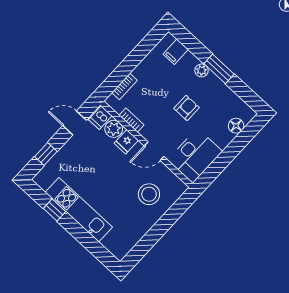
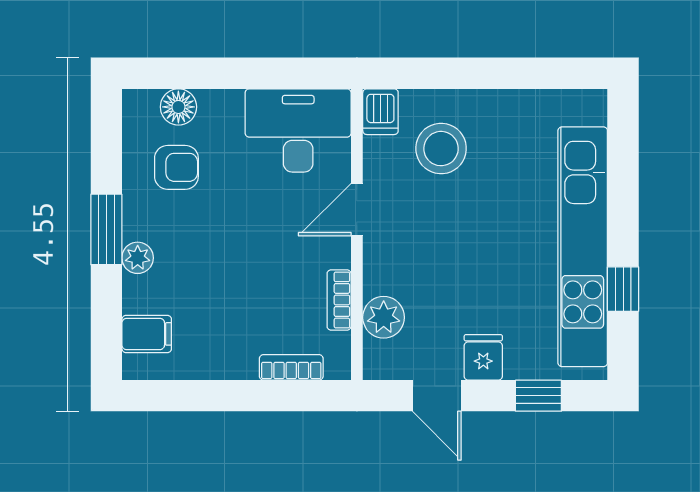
armchair: (187, 108) -> (176, 167), moved, turned 180
dishwasher: (100, 118) -> (380, 112), moved, turned 90
fridge: (126, 142) -> (483, 357), moved, turned -90
door: (154, 151) -> (357, 210), swing flipped
kitchen unit: (79, 210) -> (583, 247), width x1.36

